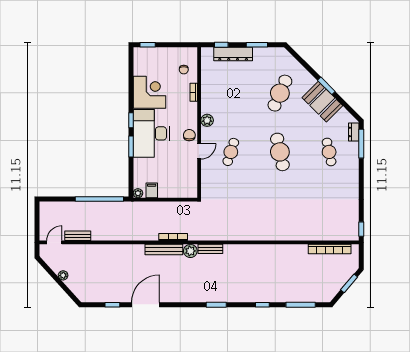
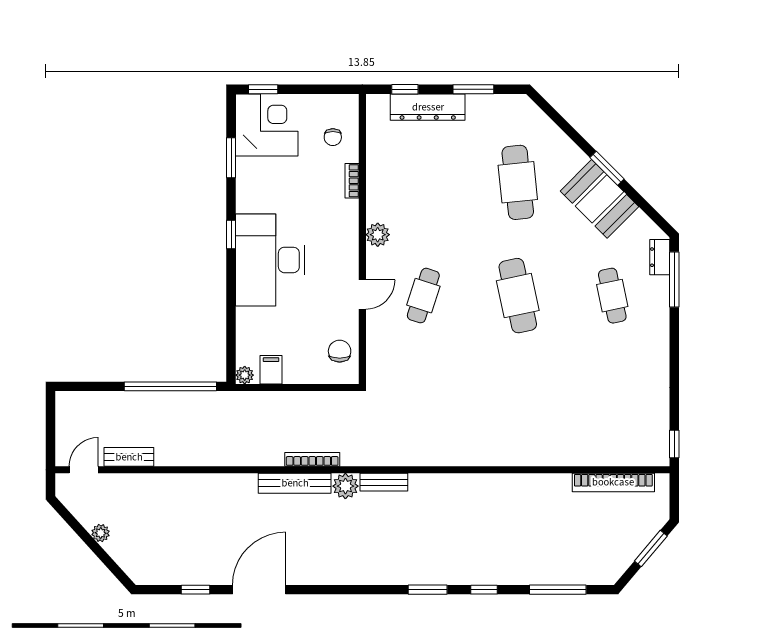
corner desk: (149, 92) -> (267, 125), moved
cafe table: (280, 93) -> (518, 182), turned -30
chair: (189, 135) -> (340, 351), moved
window: (131, 146) -> (231, 158), moved
window: (216, 305) -> (428, 590), moved

